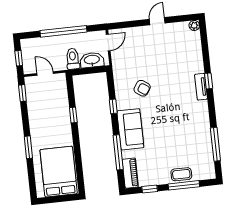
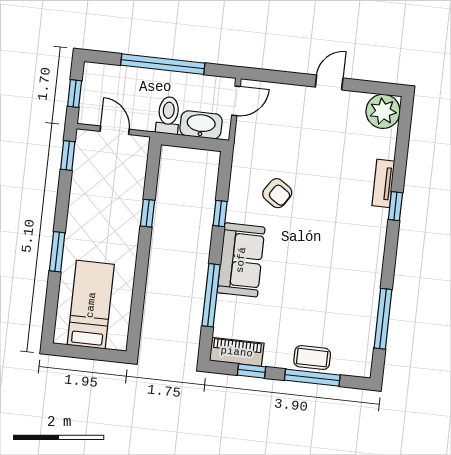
plant: (194, 25) -> (383, 111), width x1.88, depth x1.88
tv unit: (201, 87) -> (383, 183), moved
bed: (59, 172) -> (91, 305), width x0.67
piano: (130, 173) -> (237, 352), moved, turned -90

